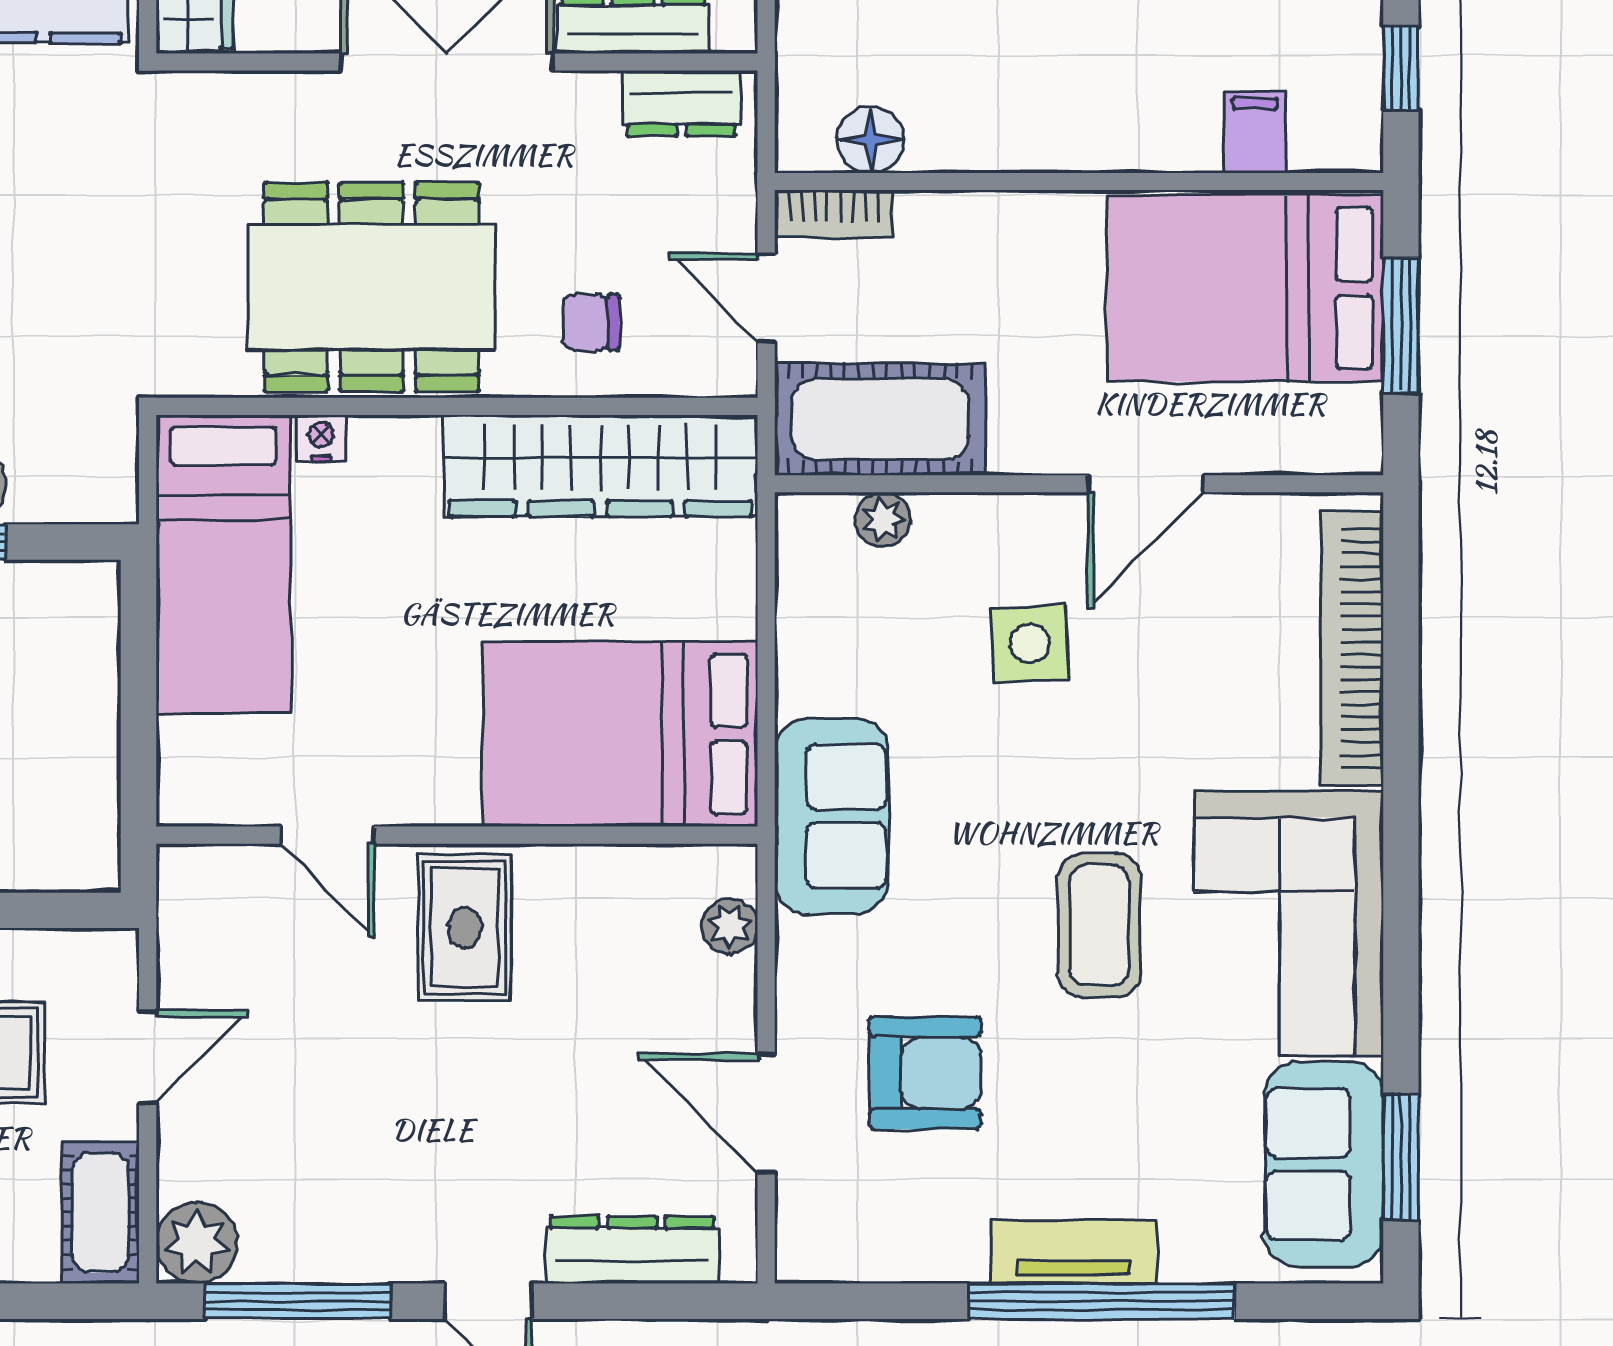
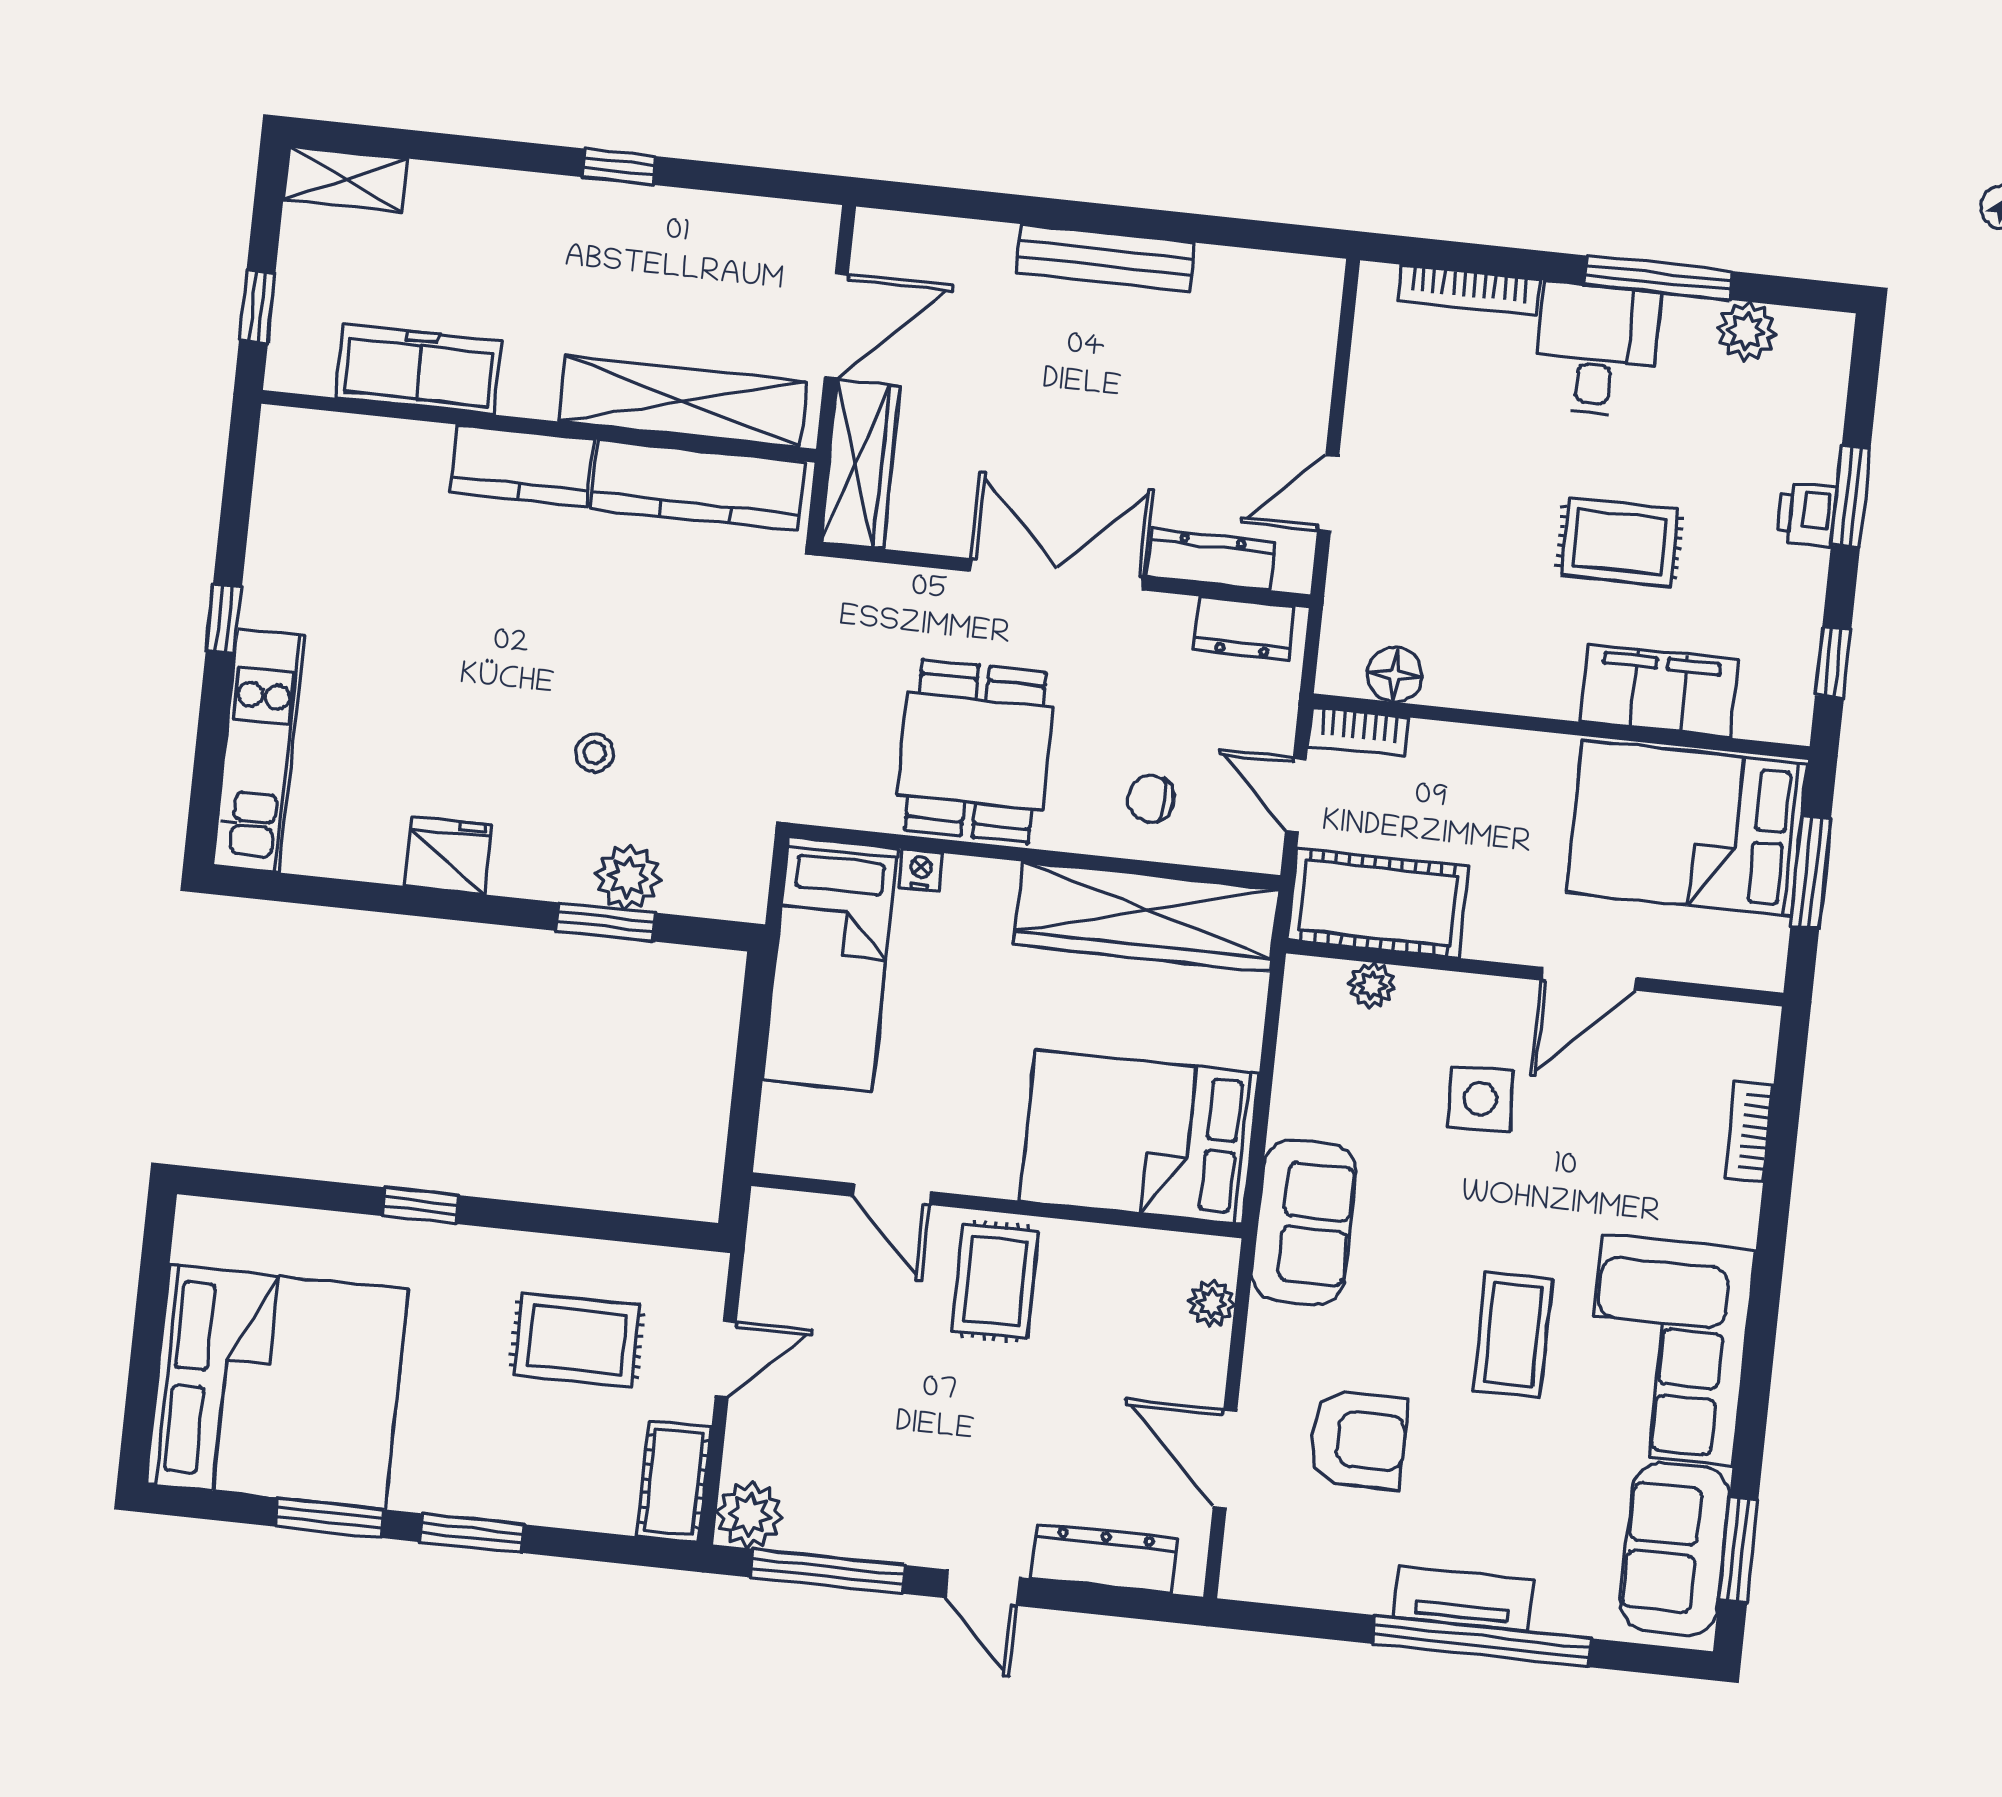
filing cabinet: (1255, 132) -> (1659, 691), width x3.00, depth x1.17
dining table: (372, 287) -> (975, 751), width x0.73
bookcase: (1352, 648) -> (1749, 1131), width x0.43, depth x0.76

